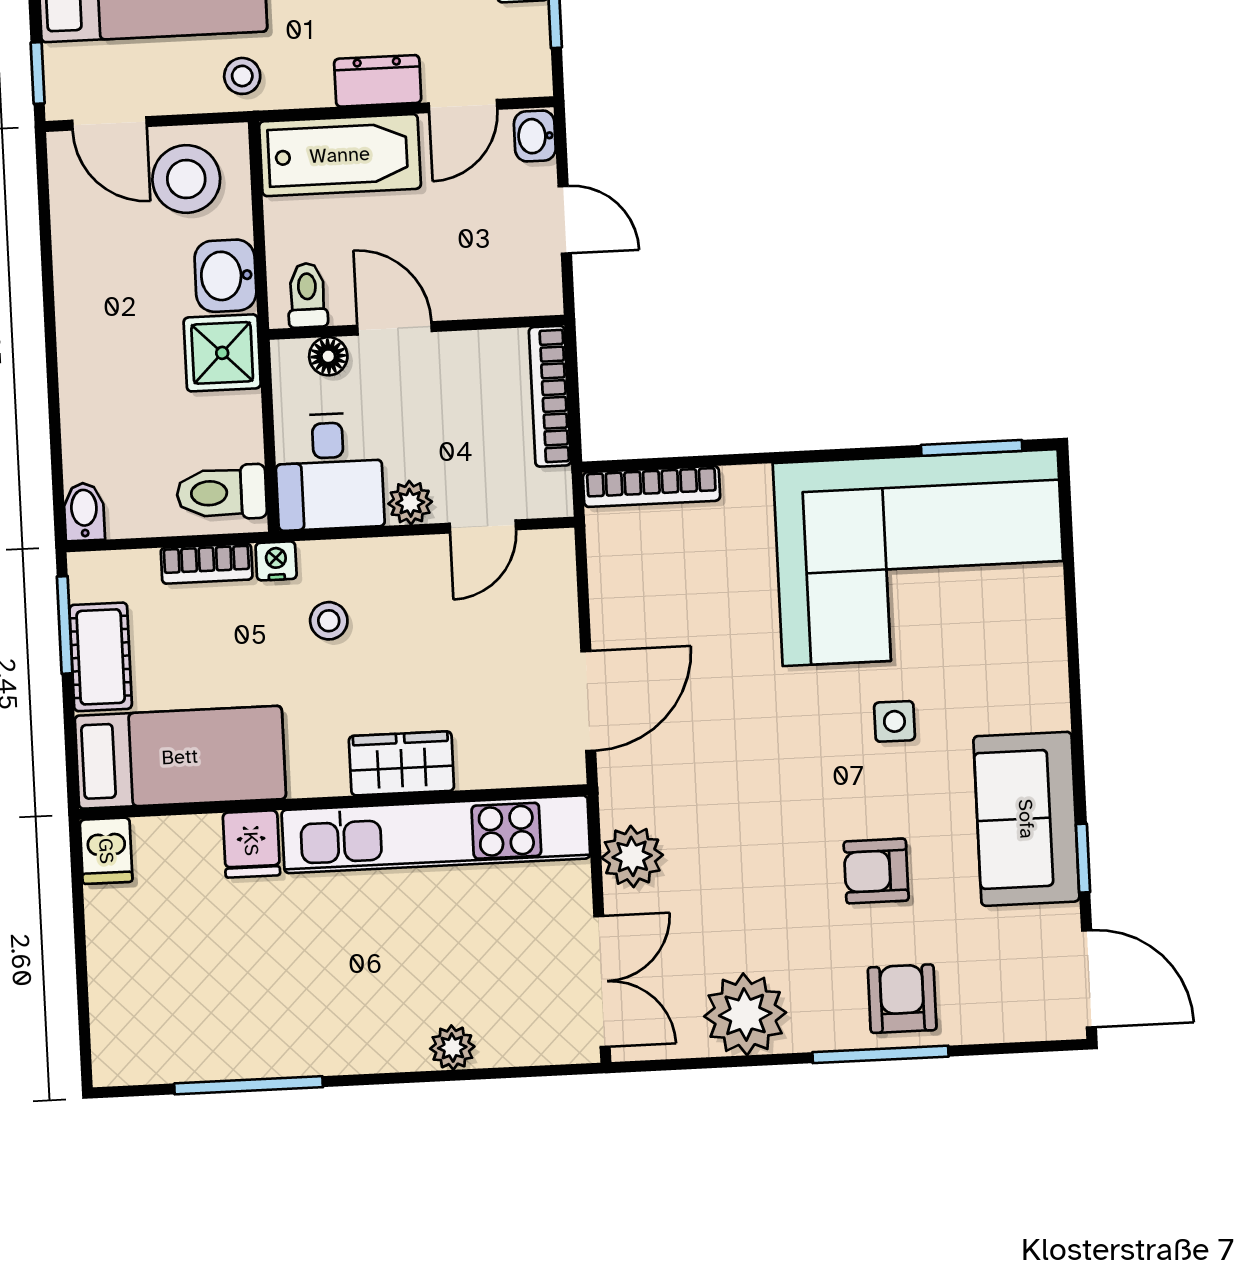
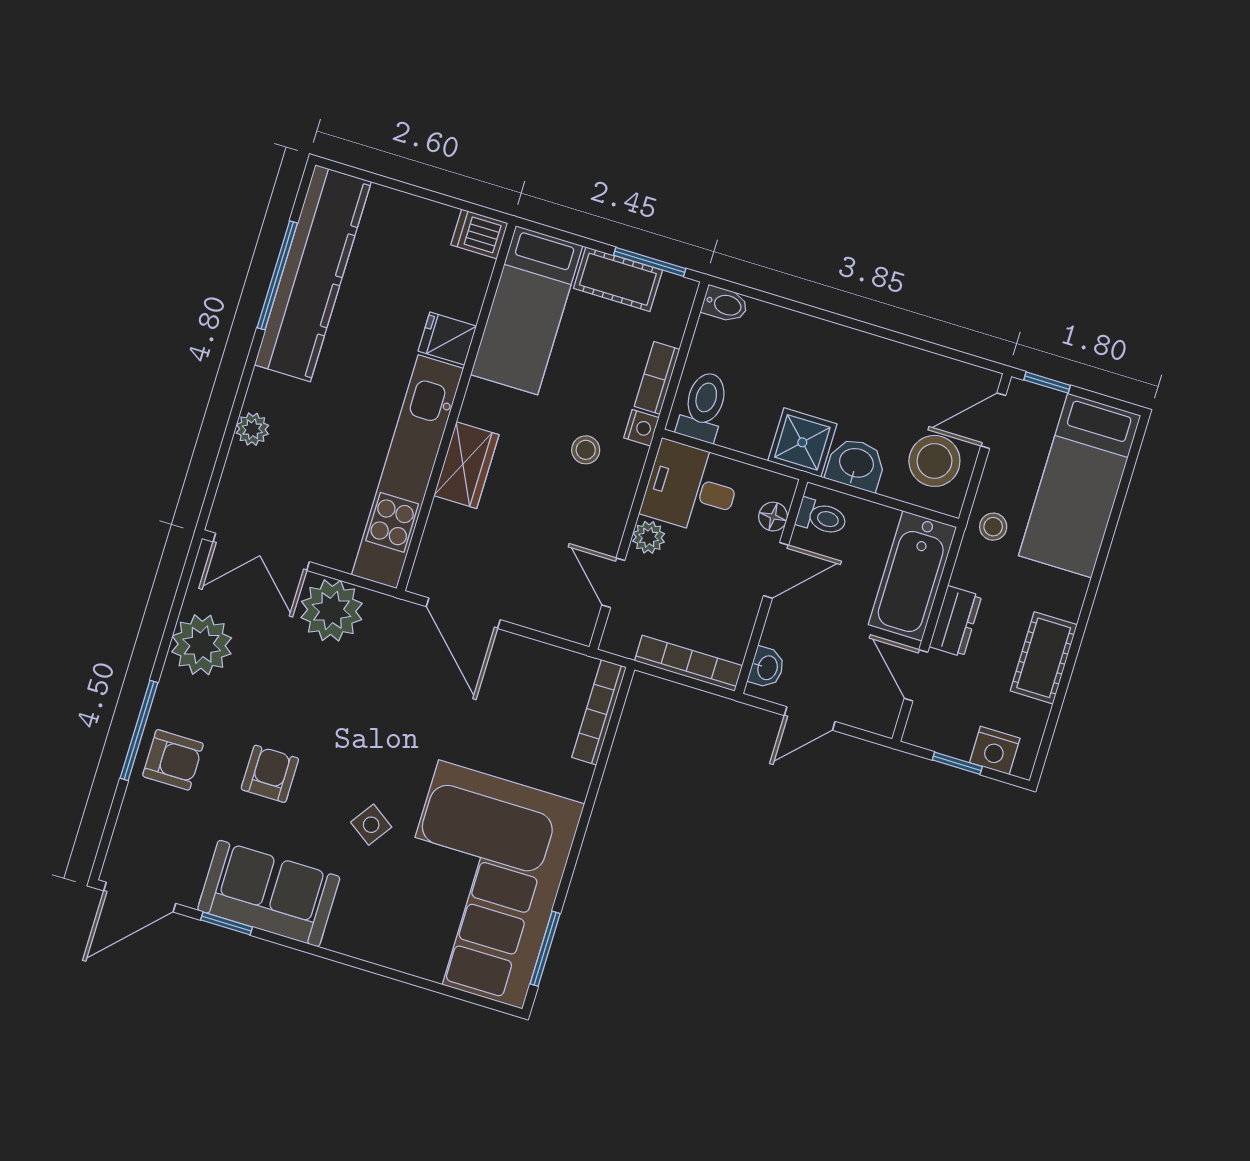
washbasin: (535, 136) -> (767, 667), moved, turned 90
side table: (894, 721) -> (371, 825), turned 35
plant: (632, 856) -> (332, 610), width x1.36, depth x1.36
kitchen counter: (230, 1042) -> (313, 273), added

